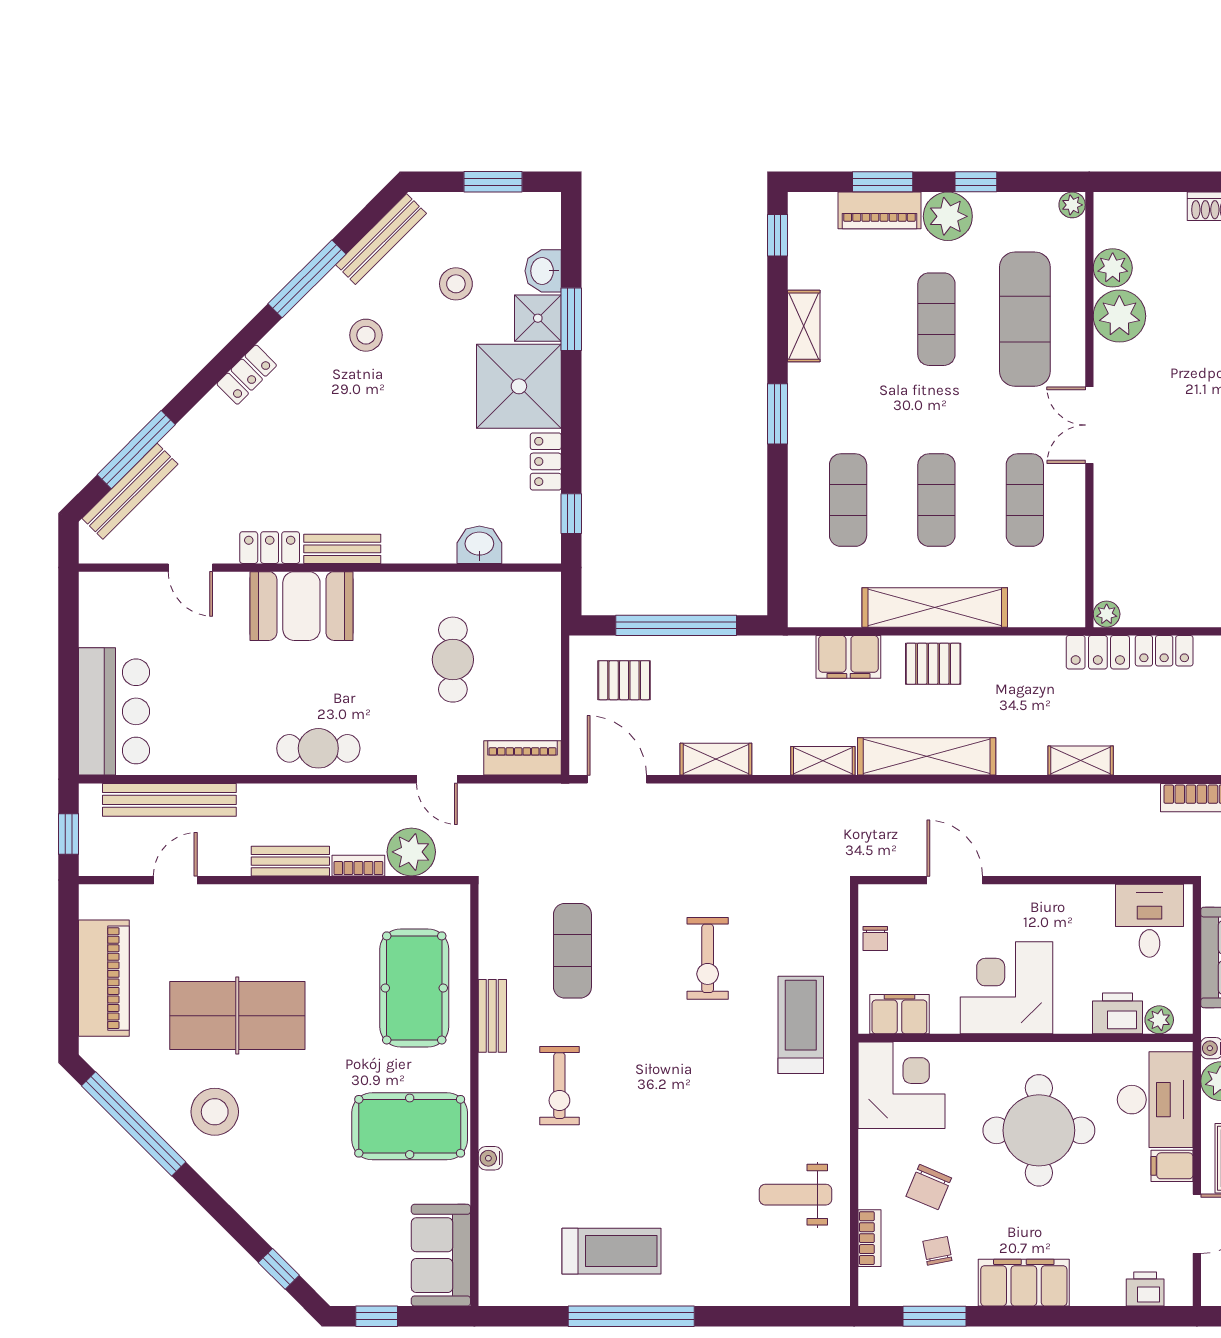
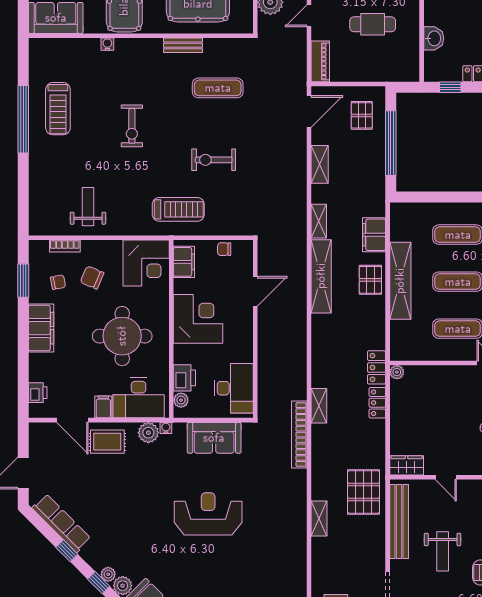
shelving: (1081, 761) -> (319, 406), moved
desk: (1149, 921) -> (234, 388), width x1.37
exercise bike: (559, 1086) -> (132, 126), moved, turned -90

